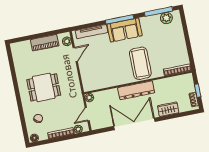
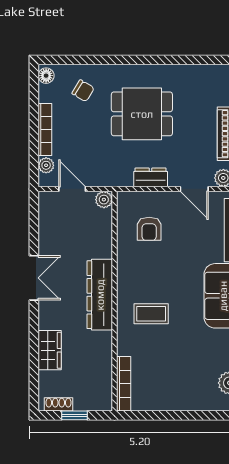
coffee table: (140, 63) -> (151, 314), width x0.54, depth x0.58
armchair: (99, 73) -> (149, 229), added
dresser: (74, 77) -> (151, 177), added
dining table: (44, 87) -> (142, 114), turned 90
double door: (134, 124) -> (34, 278), width x0.54

